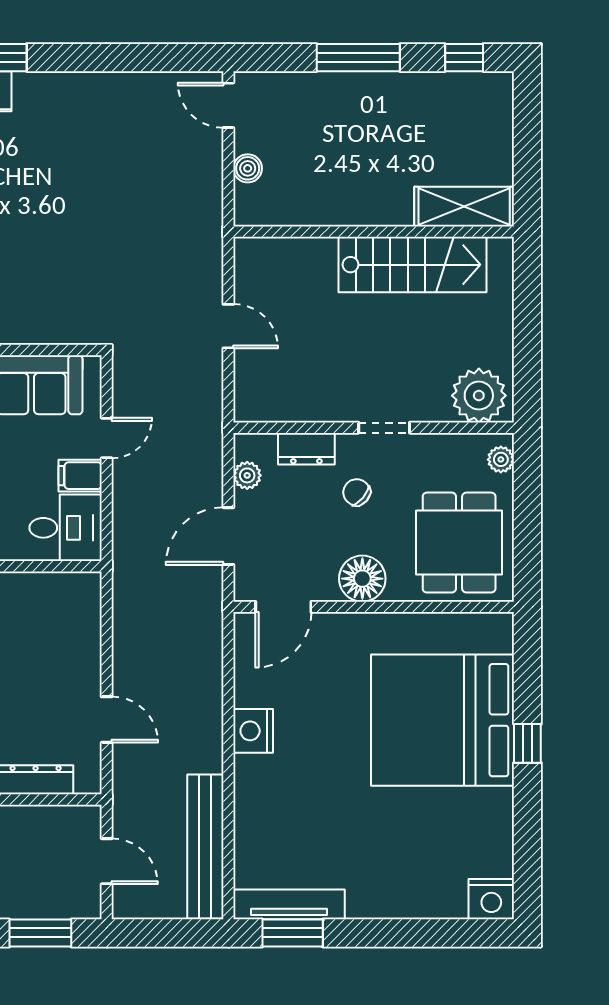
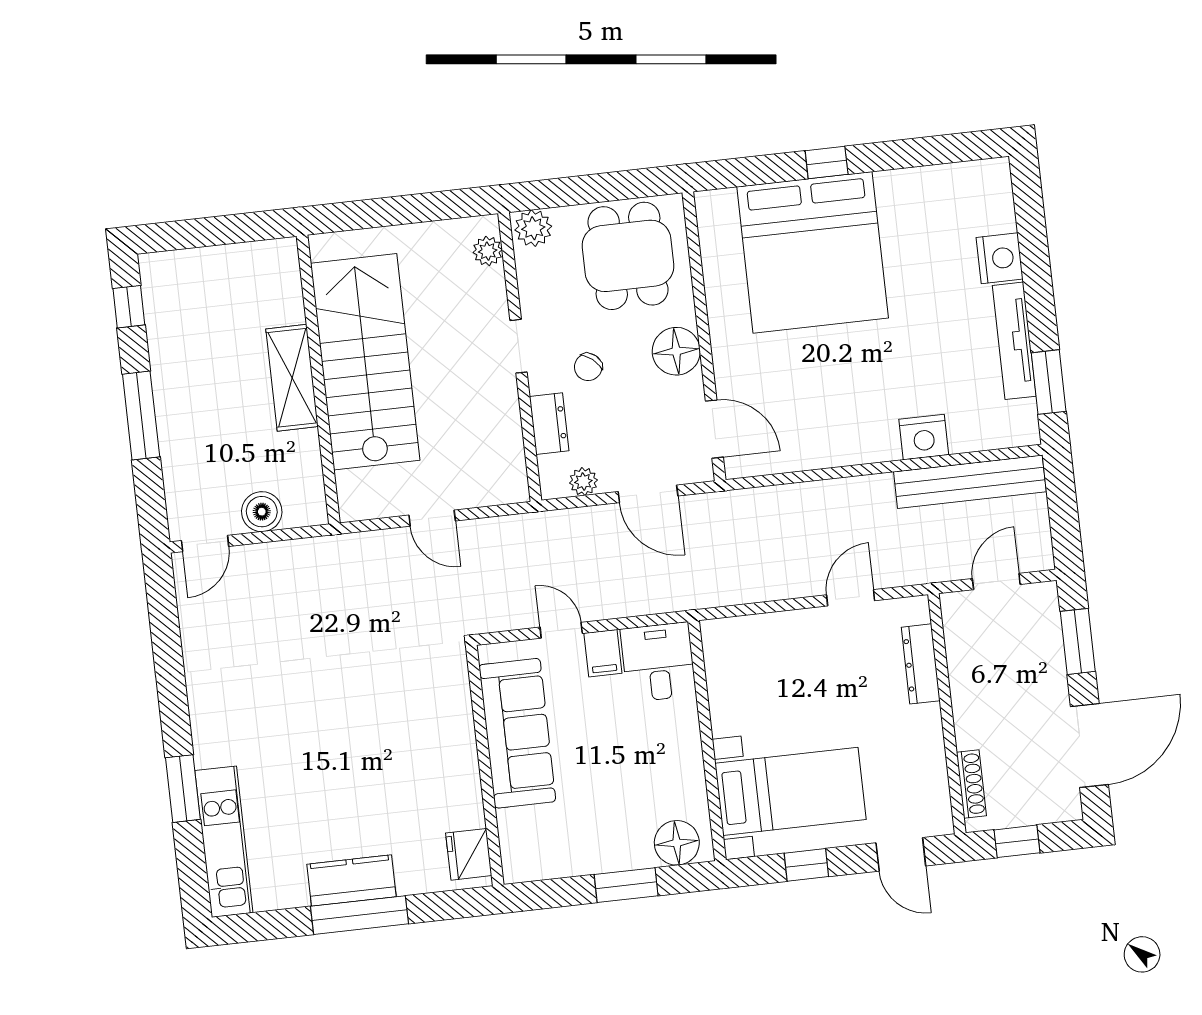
boiler: (248, 168) -> (262, 512), width x1.36, depth x1.36
shelving: (464, 207) -> (292, 378), moved
stairs: (413, 265) -> (365, 362), width x1.36, depth x1.51
door: (228, 326) -> (432, 518), swing flipped
plant: (479, 396) -> (488, 251), width x0.53, depth x0.53
plant: (501, 459) -> (533, 228), width x1.38, depth x1.38
dining table: (459, 543) -> (628, 256), turned 90
nightstand: (253, 731) -> (924, 437), moved
nightstand: (491, 899) -> (1000, 258), moved
tv unit: (289, 904) -> (1014, 341), moved

